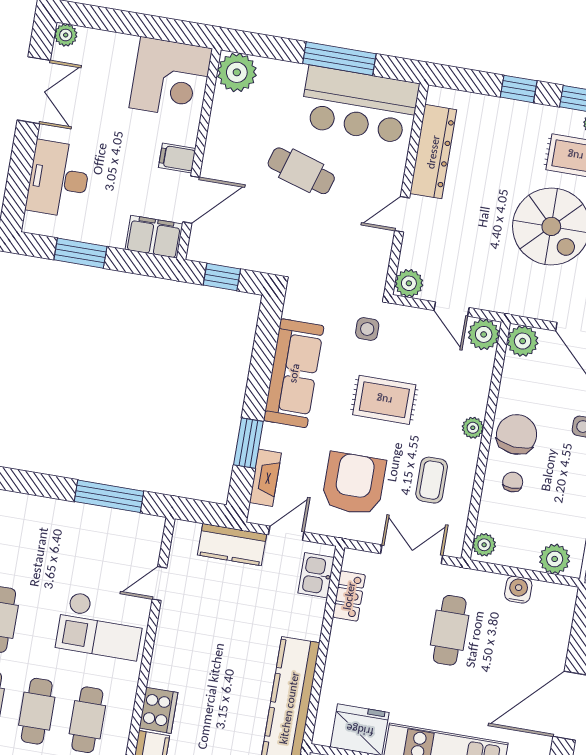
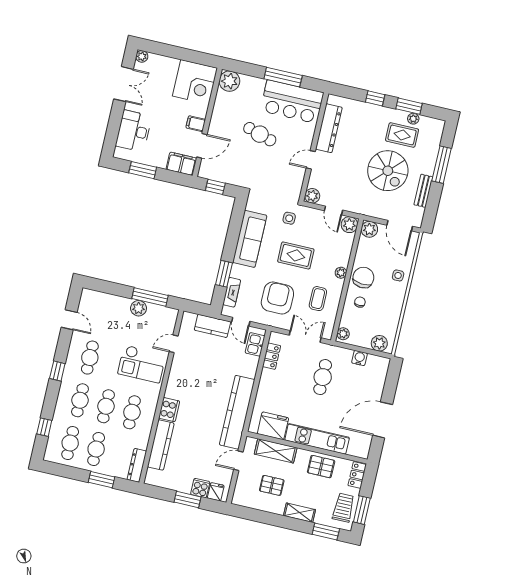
plant: (88, 519) -> (139, 308), added
door: (286, 533) -> (241, 322), swing flipped

